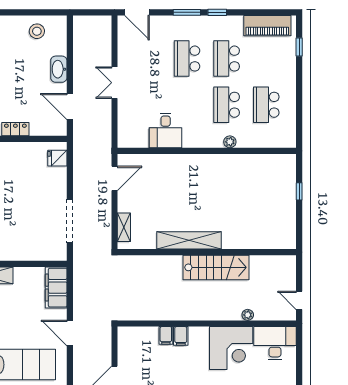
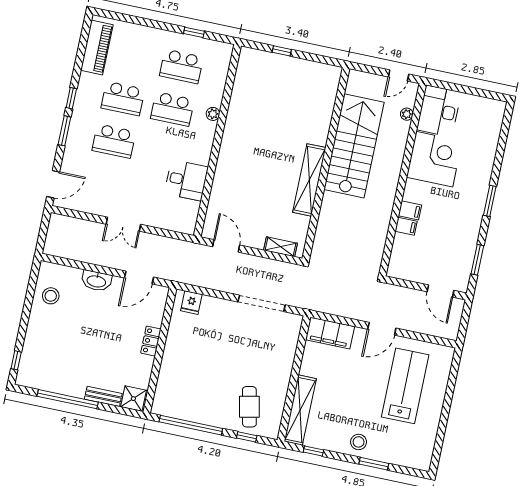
window: (299, 47) -> (194, 32), moved
stairs: (216, 267) -> (354, 146), width x1.36, depth x1.51
plant: (248, 315) -> (407, 114), moved

